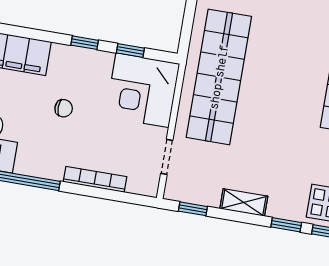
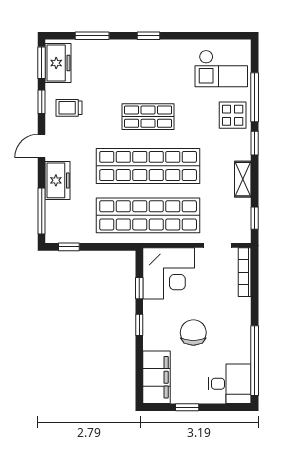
shop shelf: (280, 87) -> (148, 166), added
chair: (64, 108) -> (193, 333), width x1.87, depth x1.87
bookcase: (95, 179) -> (245, 272), moved

